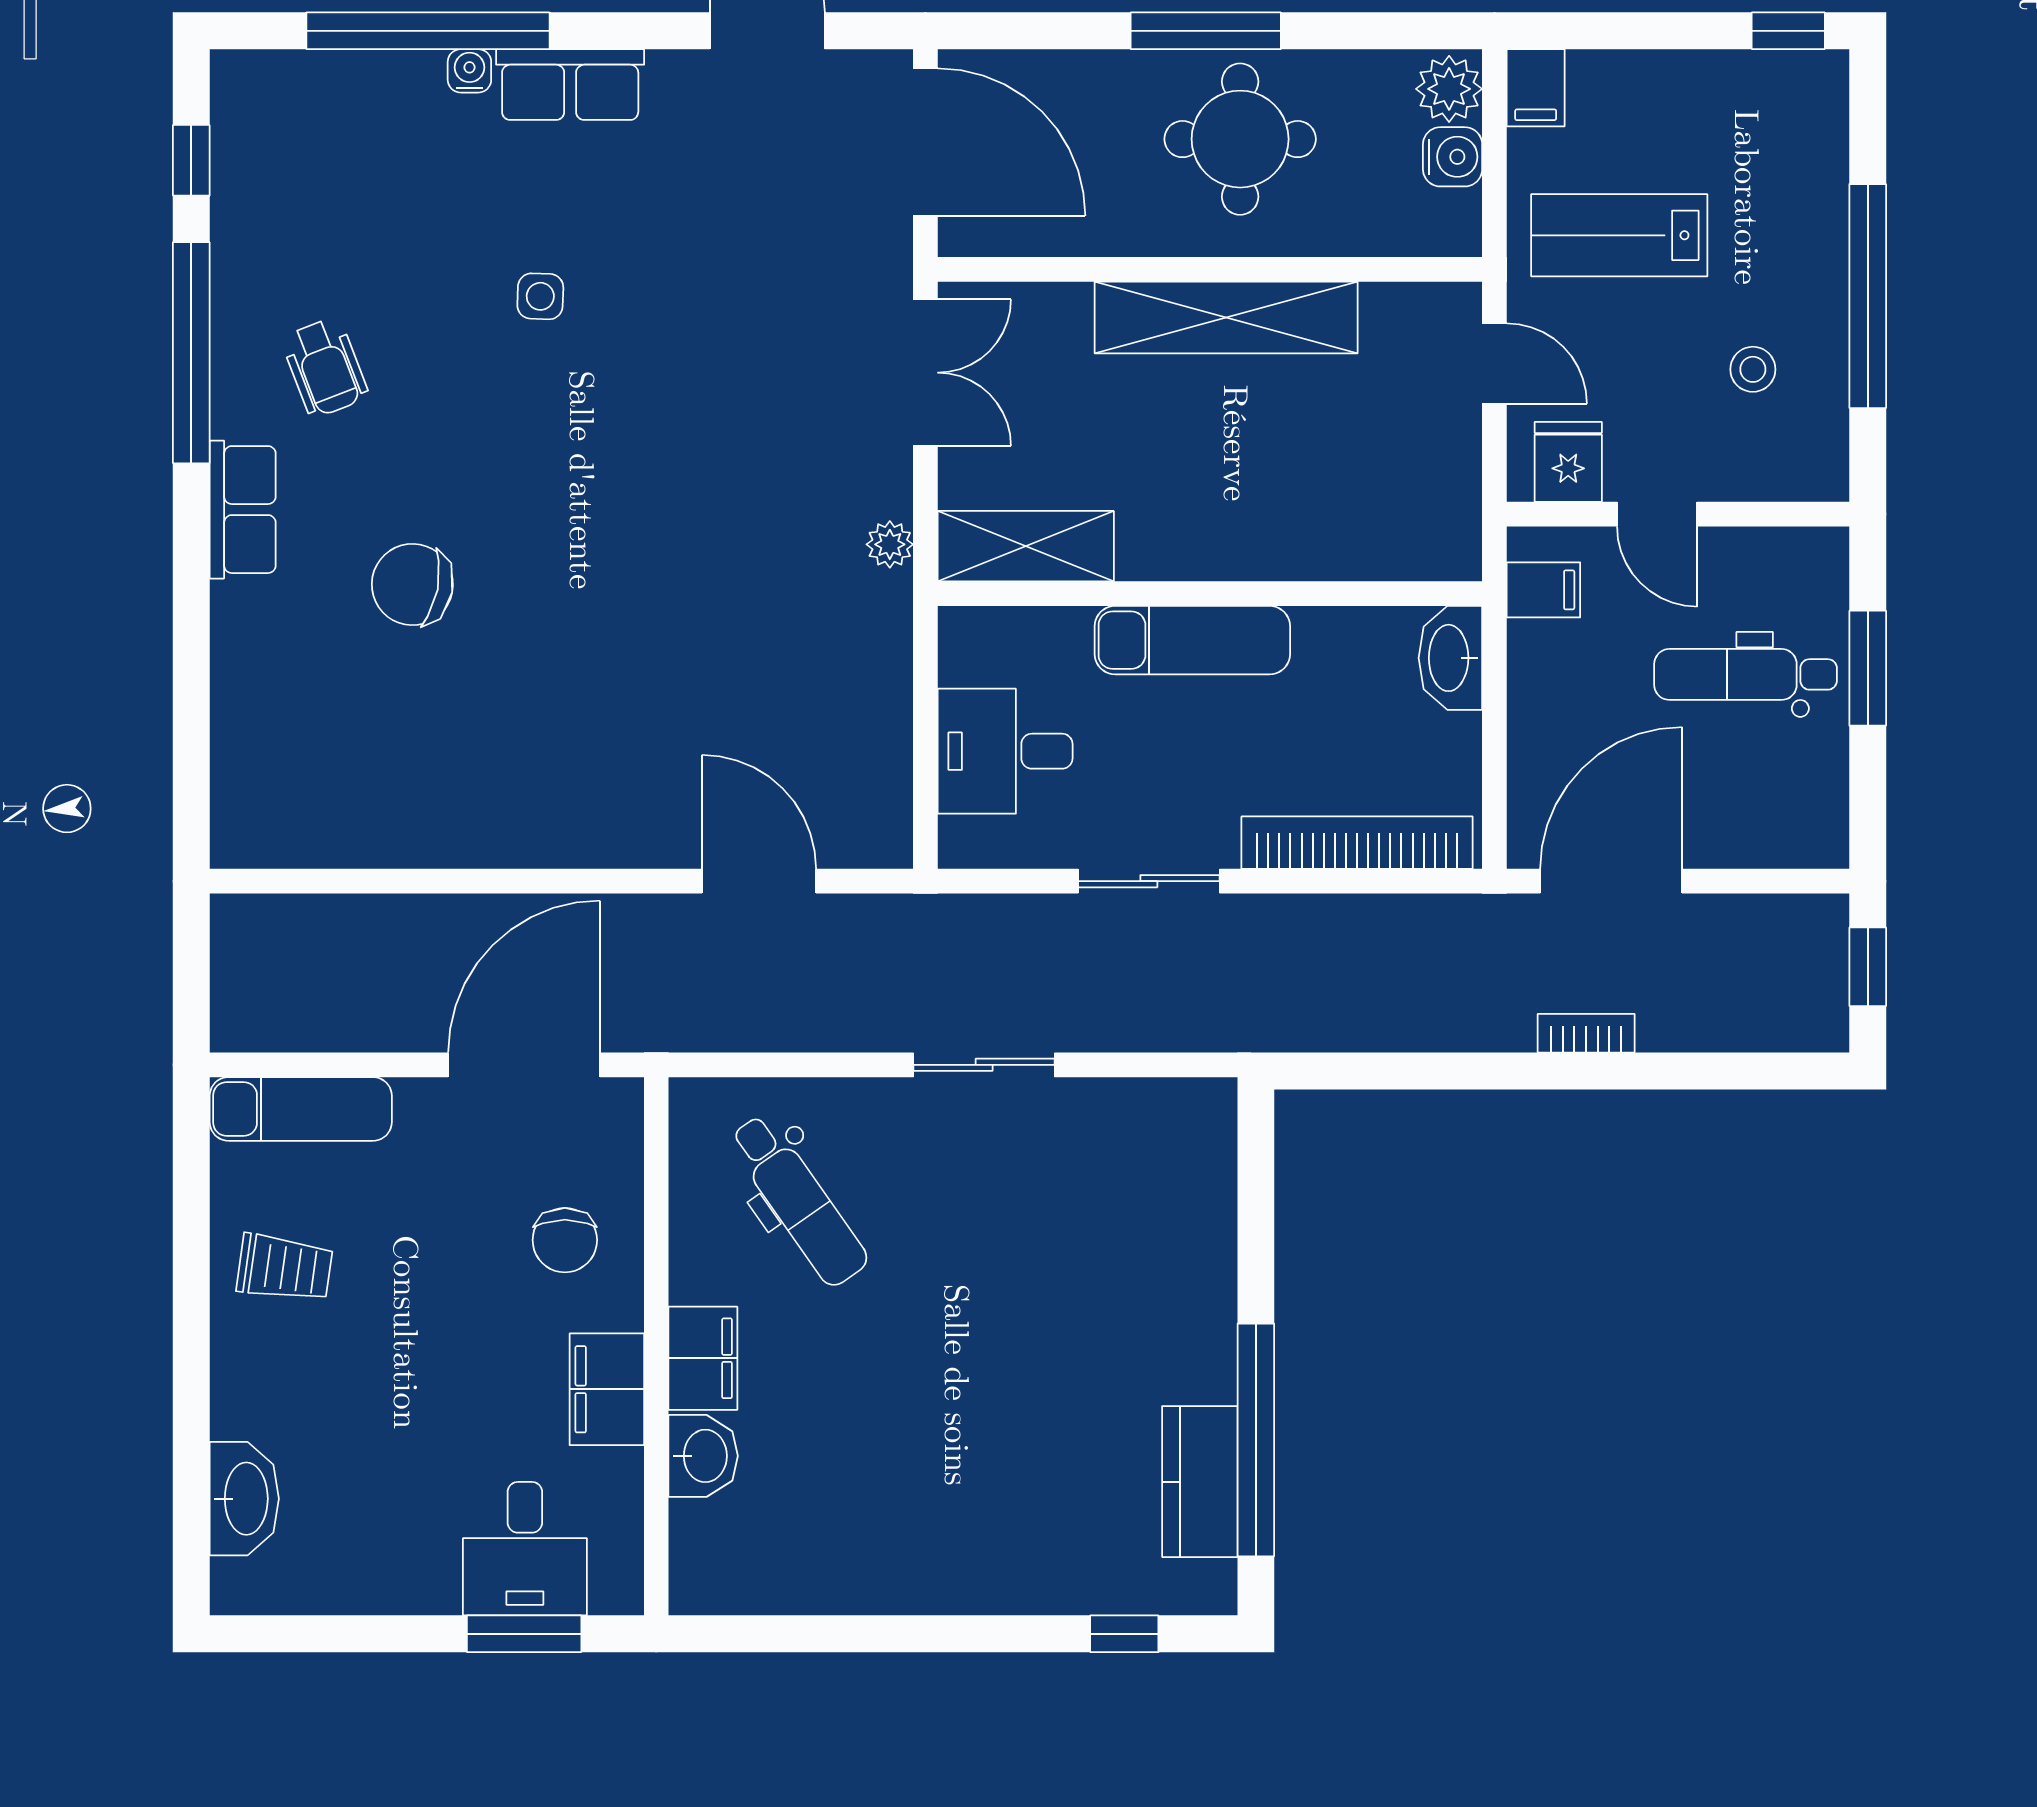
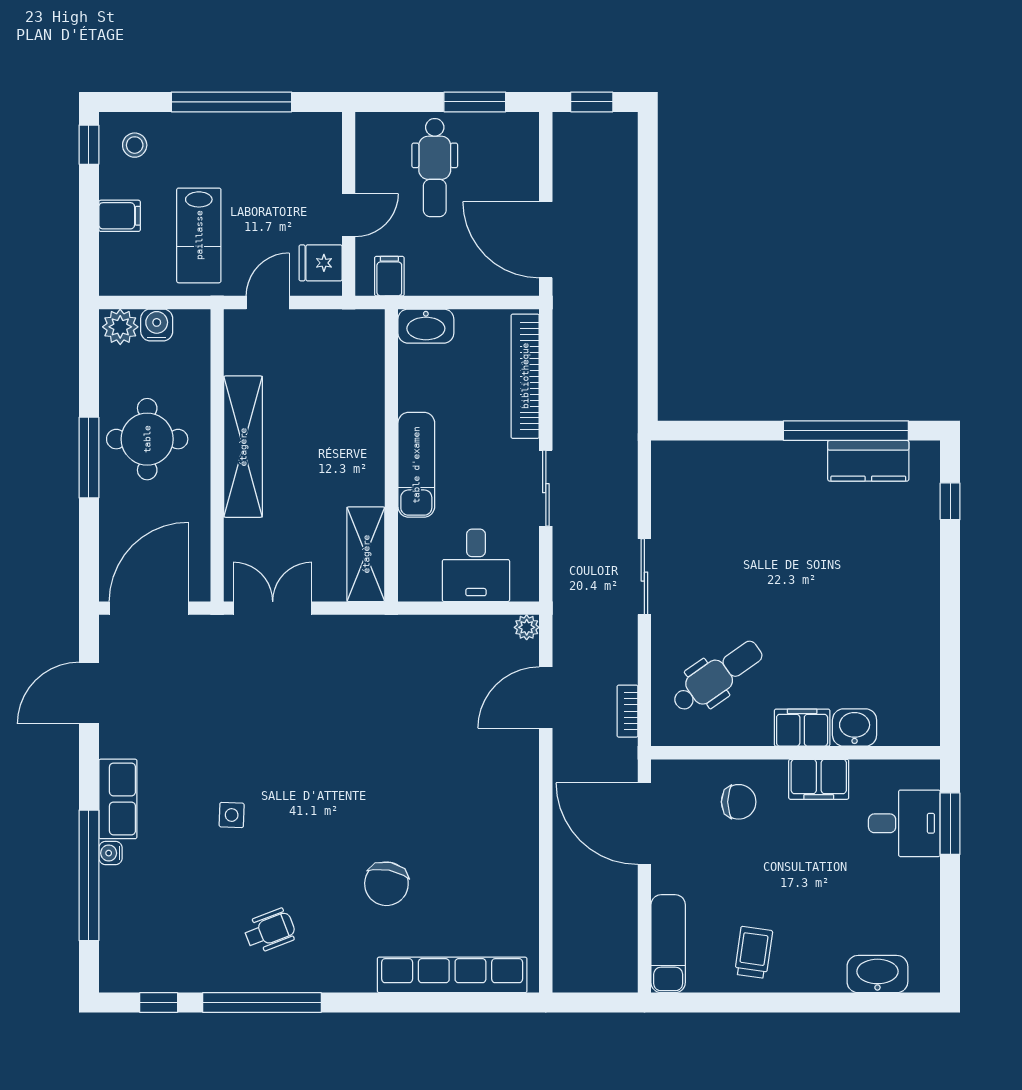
filing cabinet: (1536, 88) -> (120, 216), moved
stool: (1753, 369) -> (135, 145), moved
row of seats: (243, 510) -> (452, 975), moved, width x2.02
plant: (890, 544) -> (527, 627), moved
window: (1868, 668) -> (475, 102), moved
bookcase: (1586, 1033) -> (627, 711), moved

